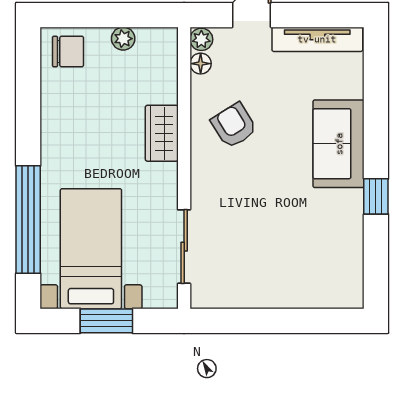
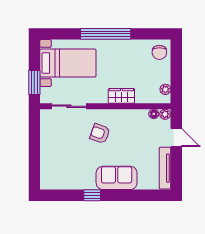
plant: (123, 39) -> (165, 89), moved
armchair: (234, 125) -> (100, 133), moved, turned -129
window: (28, 219) -> (106, 34), moved
window: (106, 321) -> (34, 82), moved

